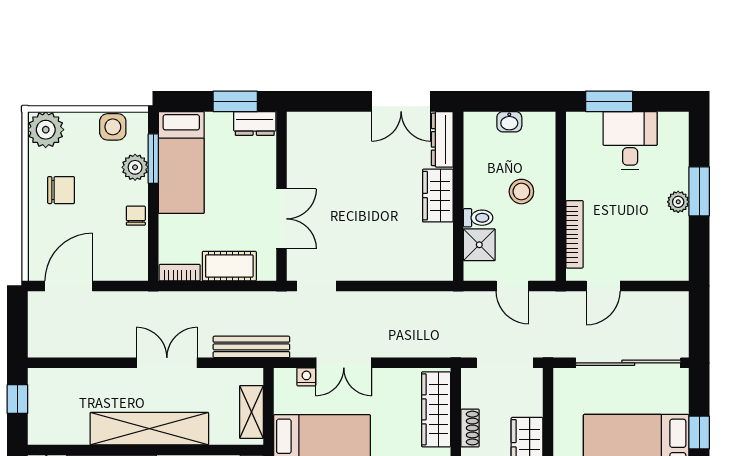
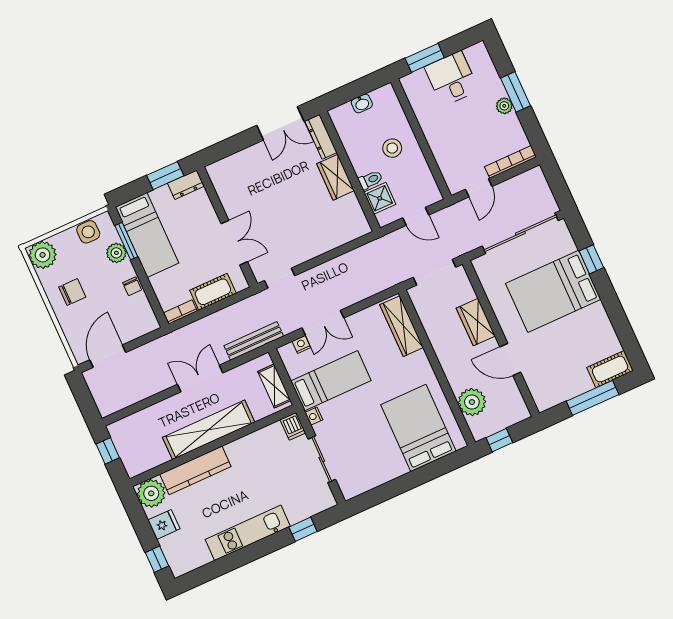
chair: (136, 216) -> (132, 286), turned 180
bookcase: (575, 234) -> (510, 162), moved, turned -90
shoe rack: (470, 428) -> (431, 328), removed

